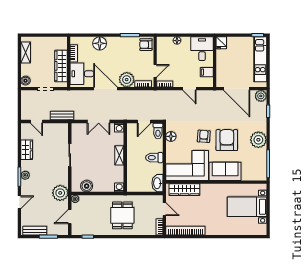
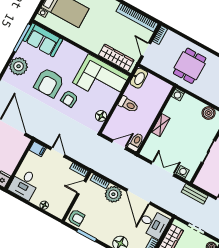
filing cabinet: (207, 72) -> (38, 149), moved
washing machine: (119, 128) -> (183, 172), moved
toilet: (158, 131) -> (136, 142), moved
sofa: (225, 171) -> (43, 40), moved

